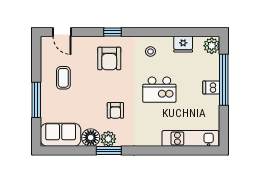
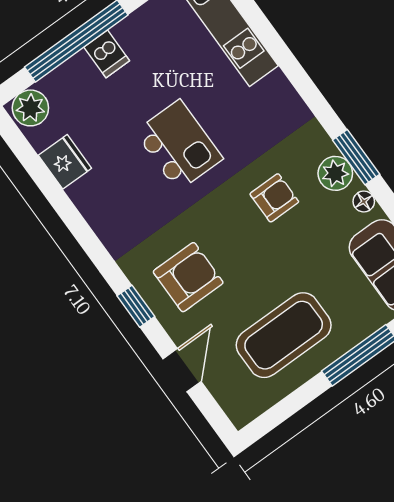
door: (62, 32) -> (182, 370), moved
stool: (150, 51) -> (121, 212), removed
coffee table: (63, 78) -> (284, 335), width x1.86, depth x1.72
floor lamp: (91, 138) -> (364, 201), width x0.53, depth x0.53

